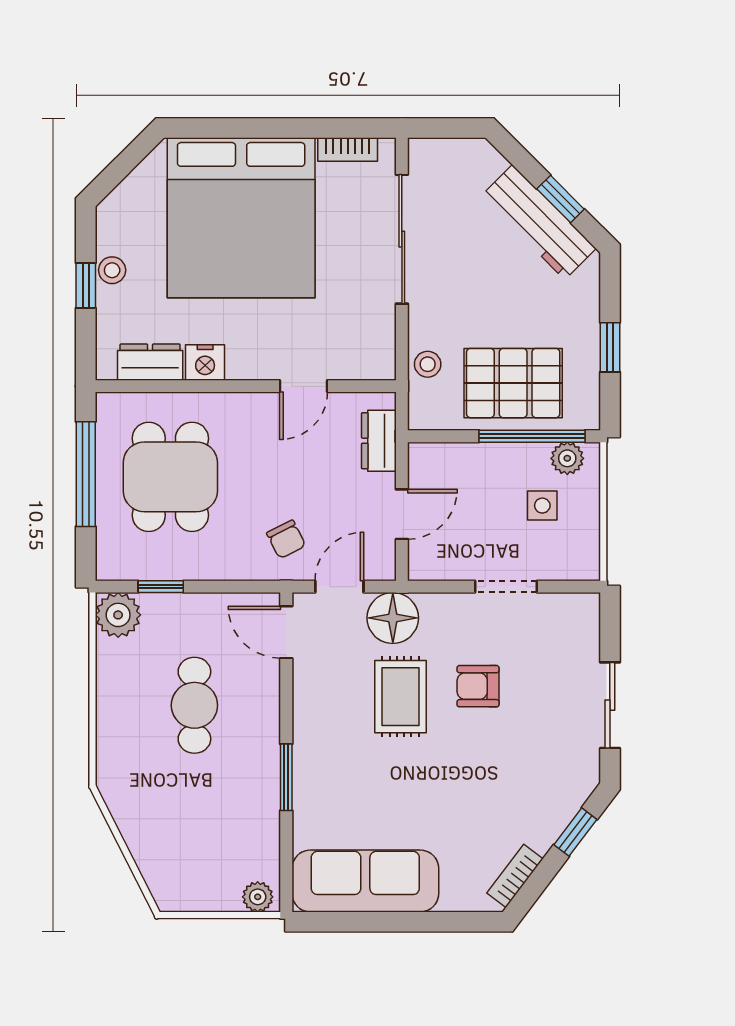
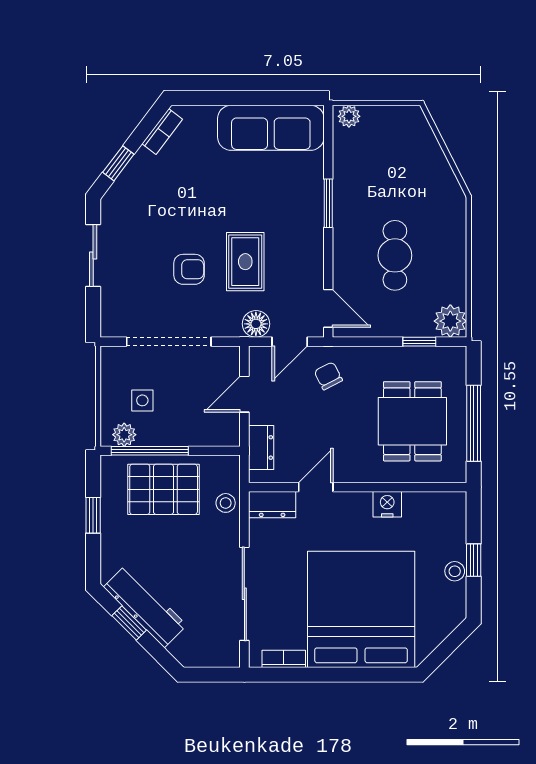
dresser: (150, 362) -> (272, 505), moved
doorway: (506, 587) -> (169, 342), width x1.87
floor lamp: (393, 618) -> (256, 324), width x0.73, depth x0.73

